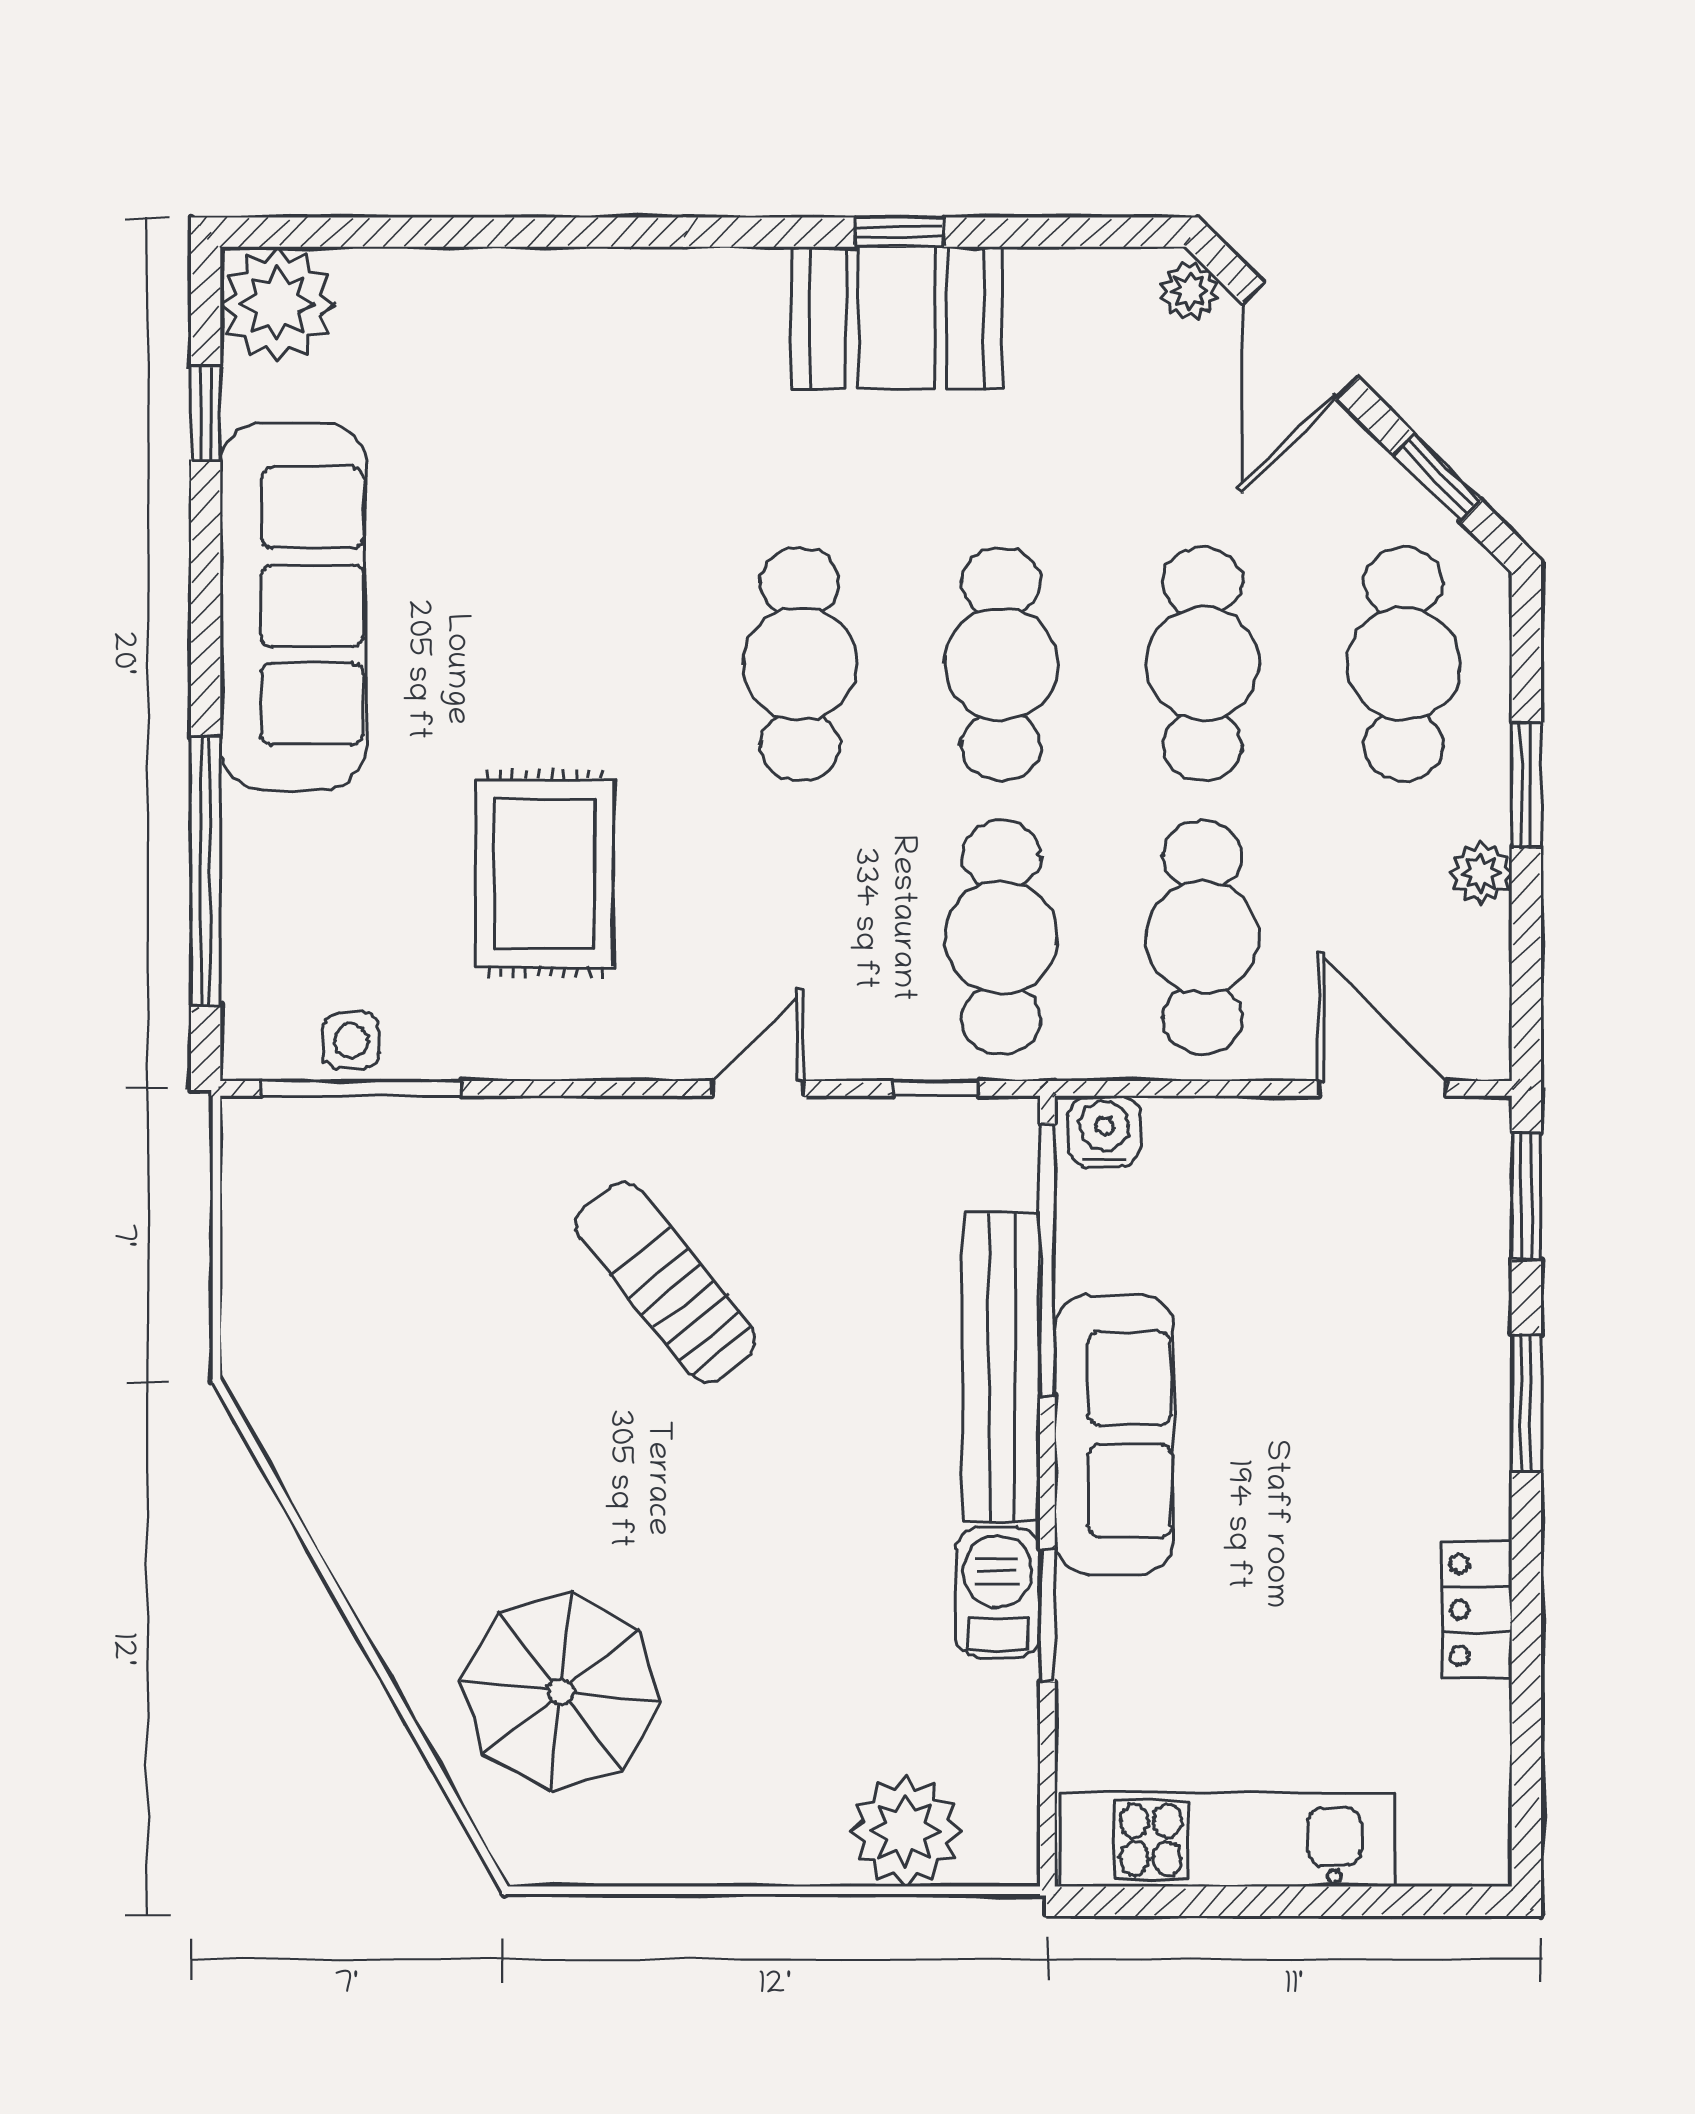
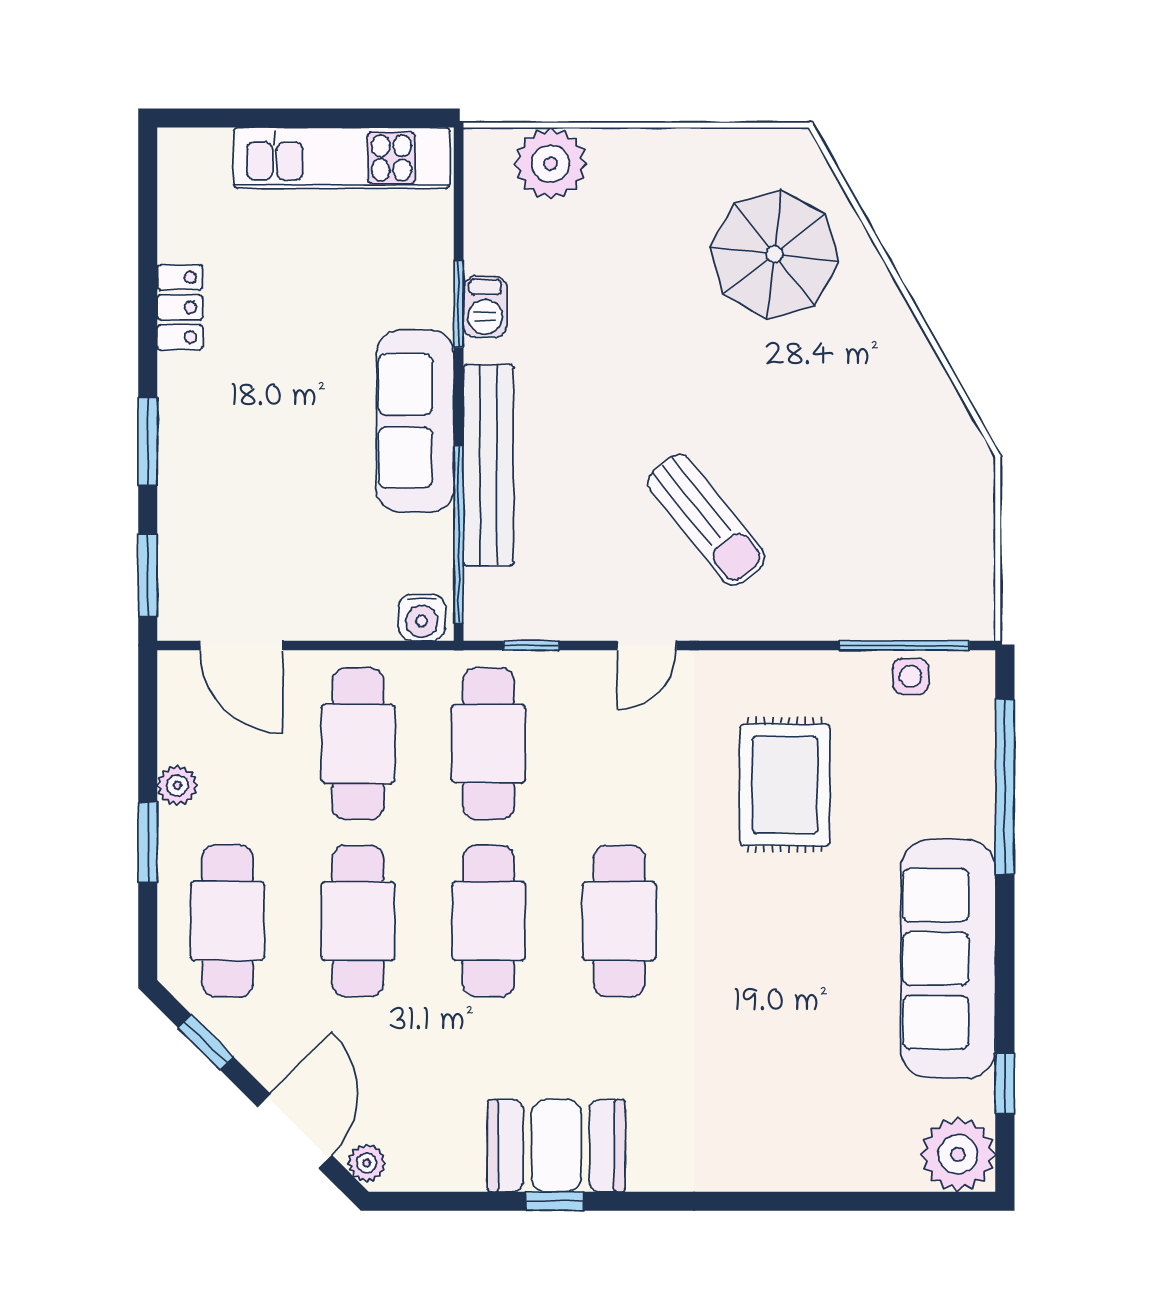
barbecue: (998, 1592) -> (485, 307), width x0.73, depth x0.79

